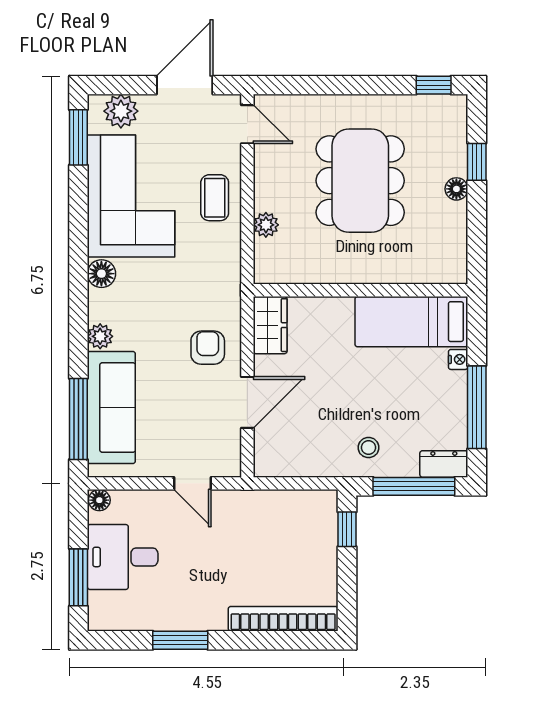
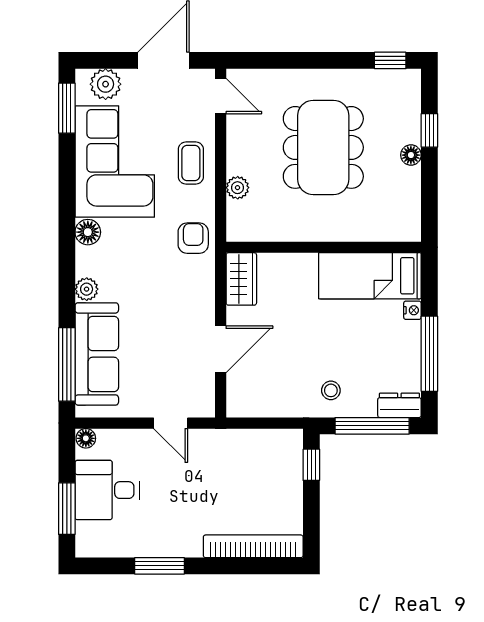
armchair: (208, 348) -> (193, 238), moved

